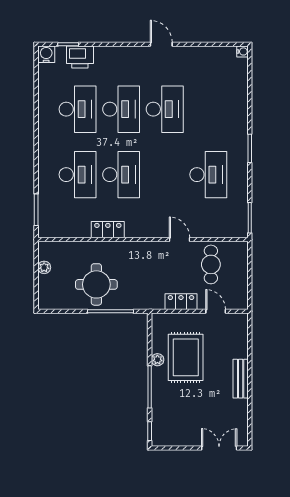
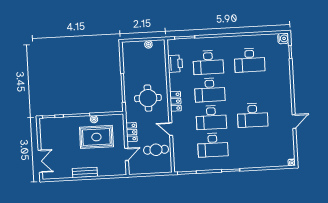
door: (161, 44) -> (294, 121), moved
printer: (80, 57) -> (175, 64), moved, turned 180
desk: (121, 109) -> (211, 117), moved
locker: (108, 230) -> (176, 101), moved
door: (180, 239) -> (171, 129), swing flipped
round table: (96, 284) -> (148, 98), moved

